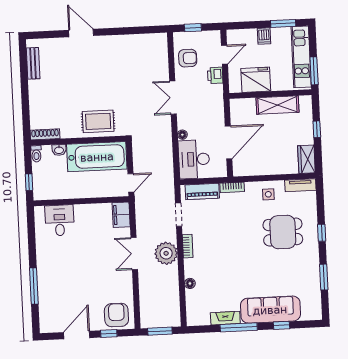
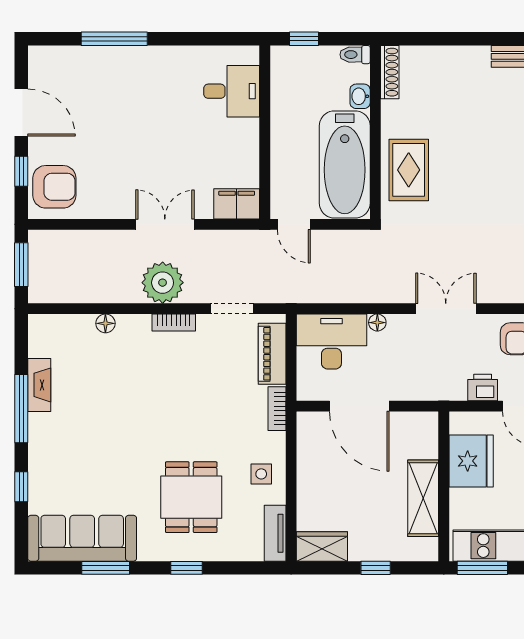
sofa: (270, 310) -> (82, 538), moved, turned -90

